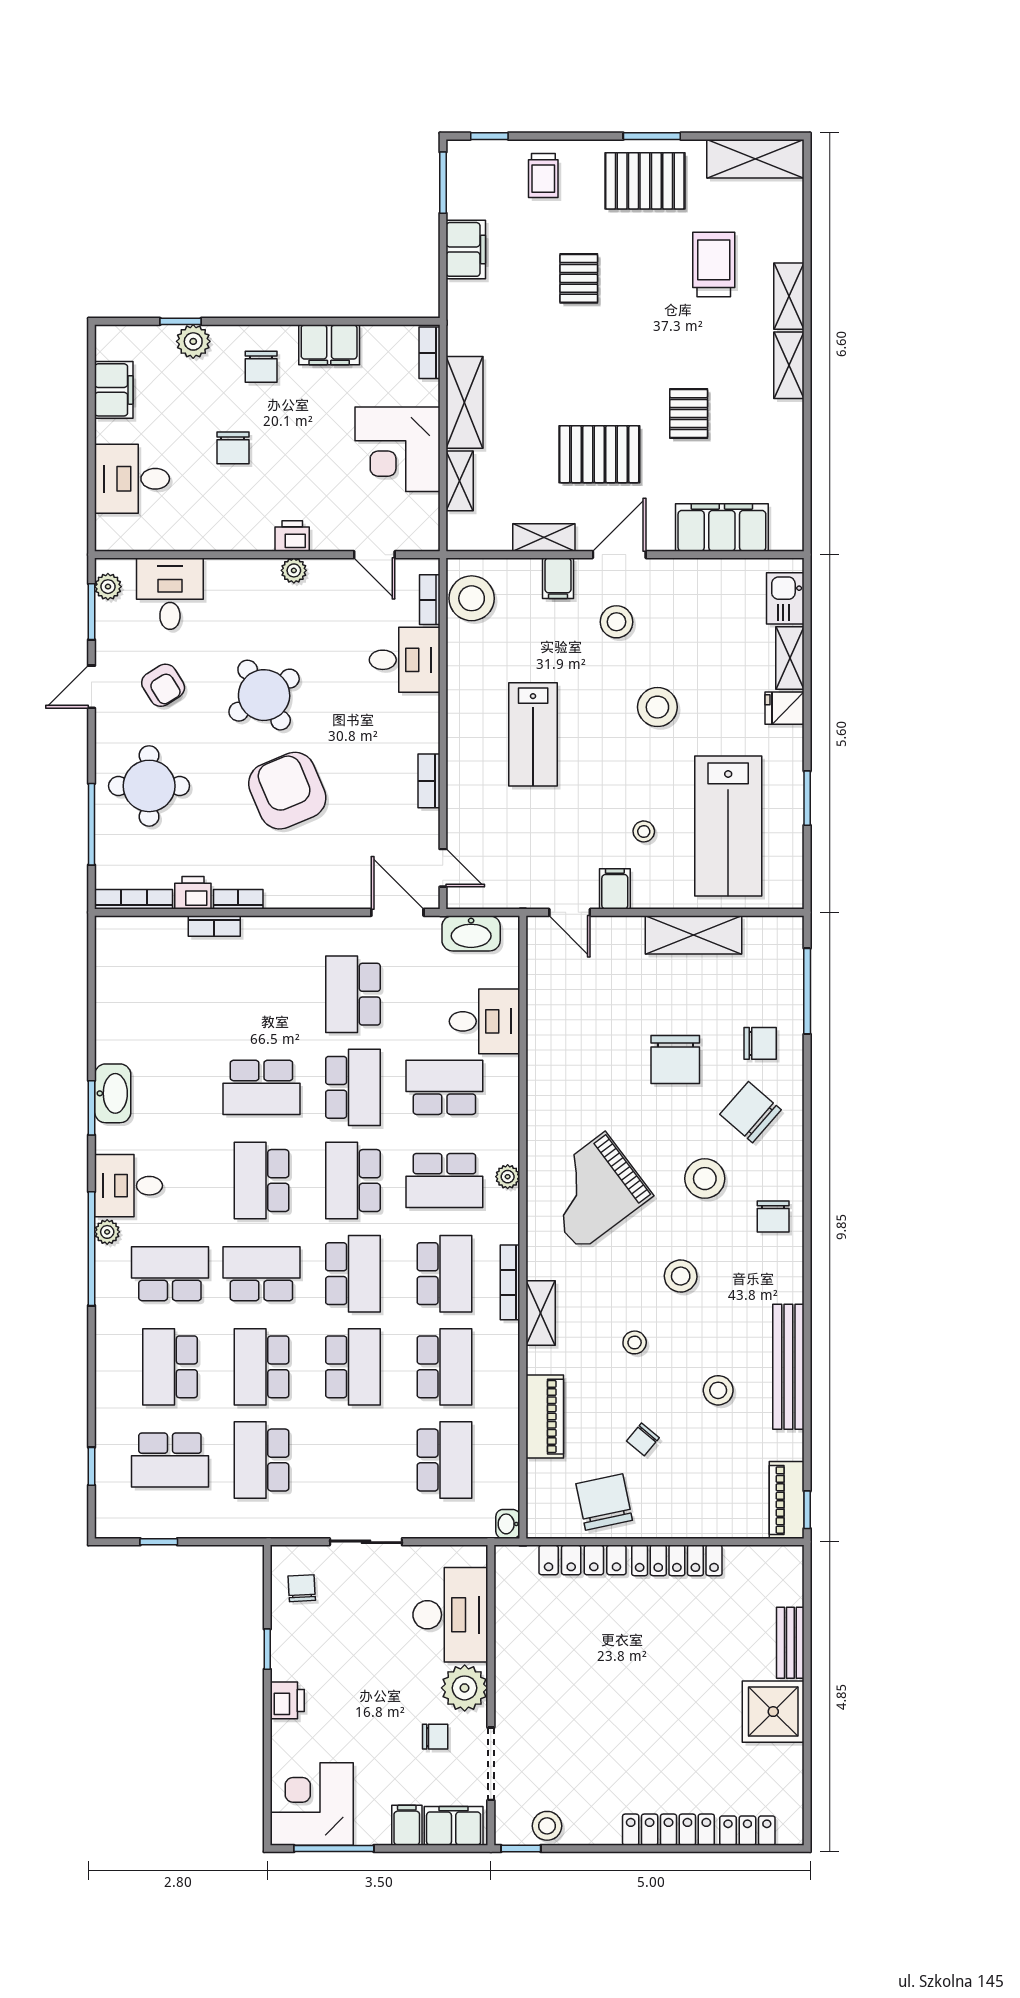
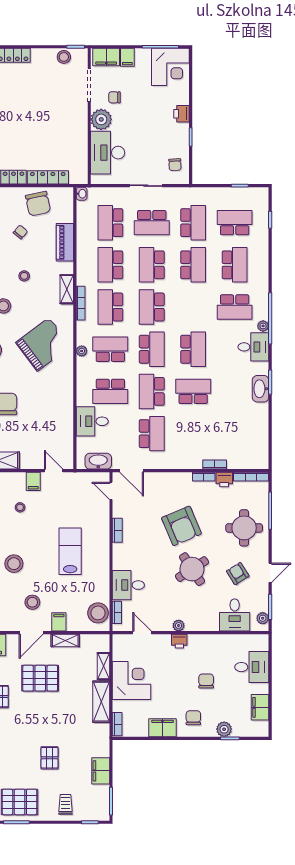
school desk: (261, 1274) -> (152, 223), moved

